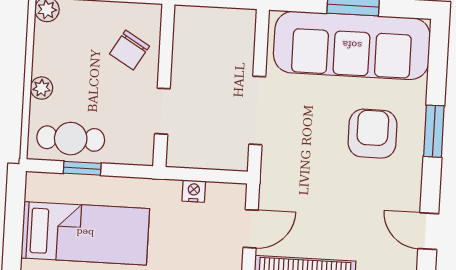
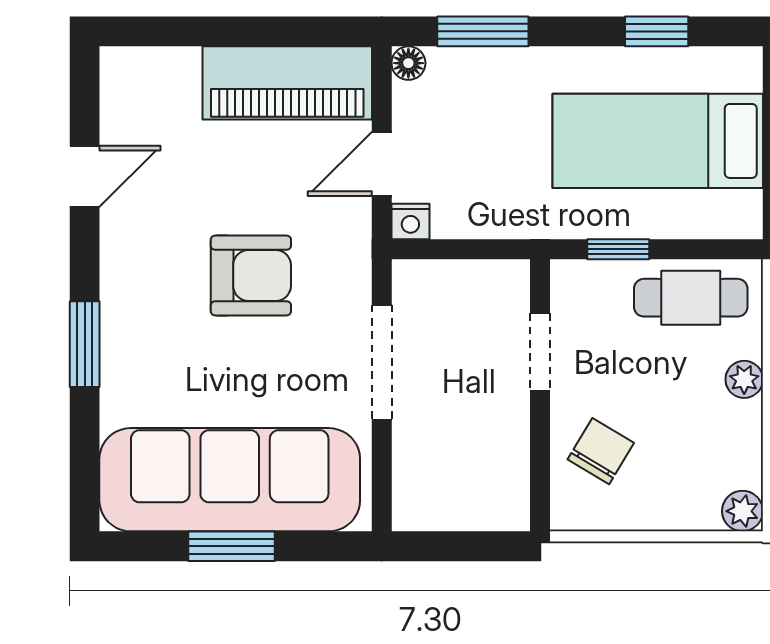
armchair: (373, 134) -> (251, 275), moved, turned -90
window: (82, 168) -> (618, 249), moved
nightstand: (194, 191) -> (410, 222), moved
door: (428, 231) -> (85, 176), hinge flipped

